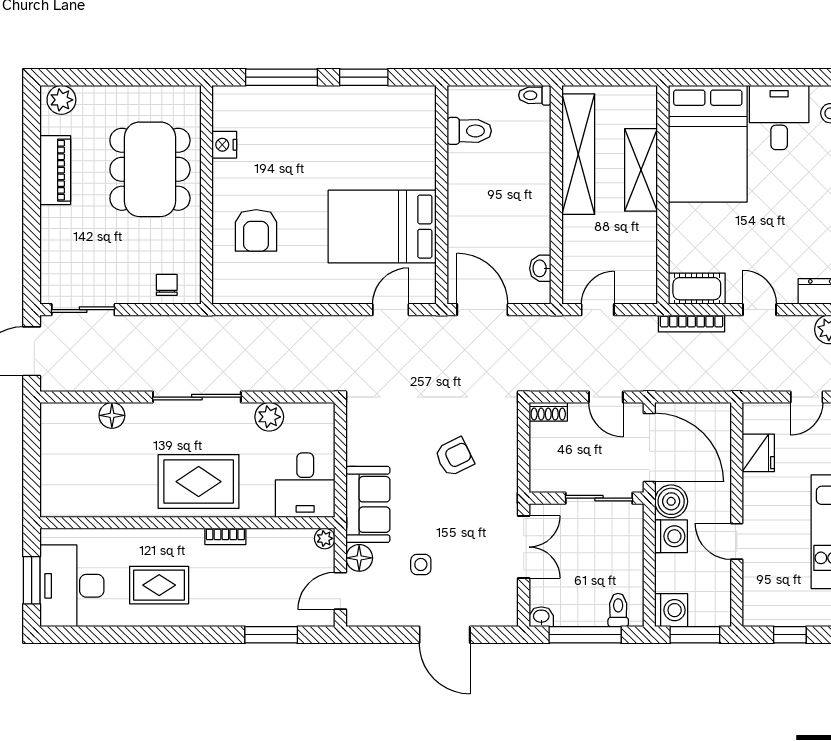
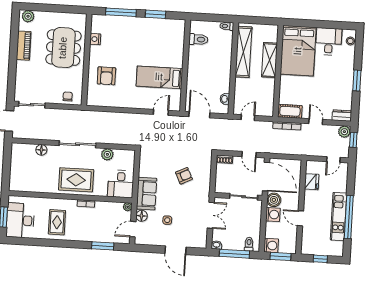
bed: (382, 227) -> (159, 77), width x0.67
rug: (159, 585) -> (57, 222), turned 90

